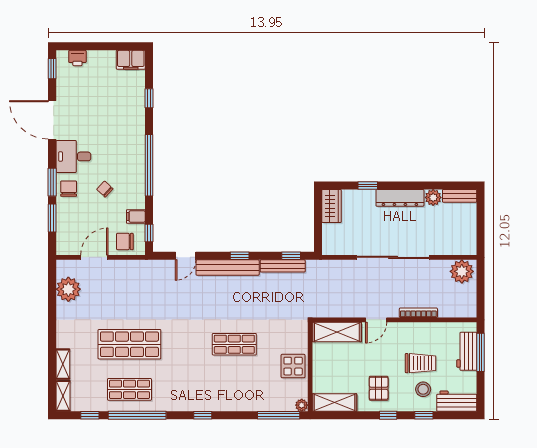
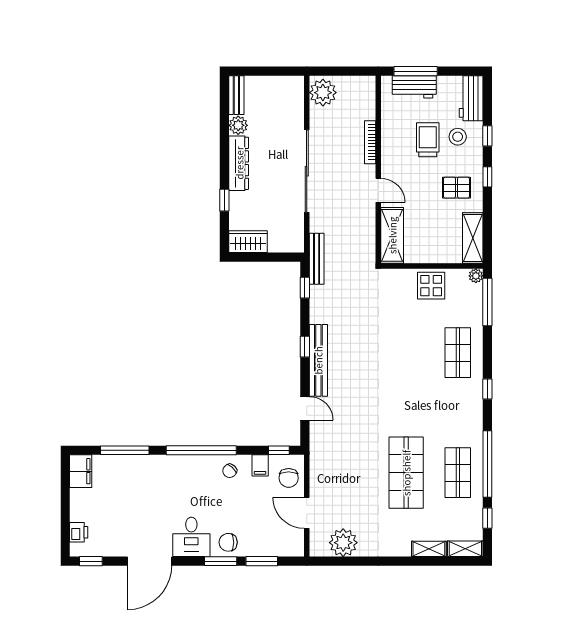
window: (149, 98) -> (125, 450), width x2.17
chair: (105, 189) -> (230, 471), moved
bench: (283, 266) -> (317, 259), moved
shop shelf: (234, 344) -> (458, 353), moved

